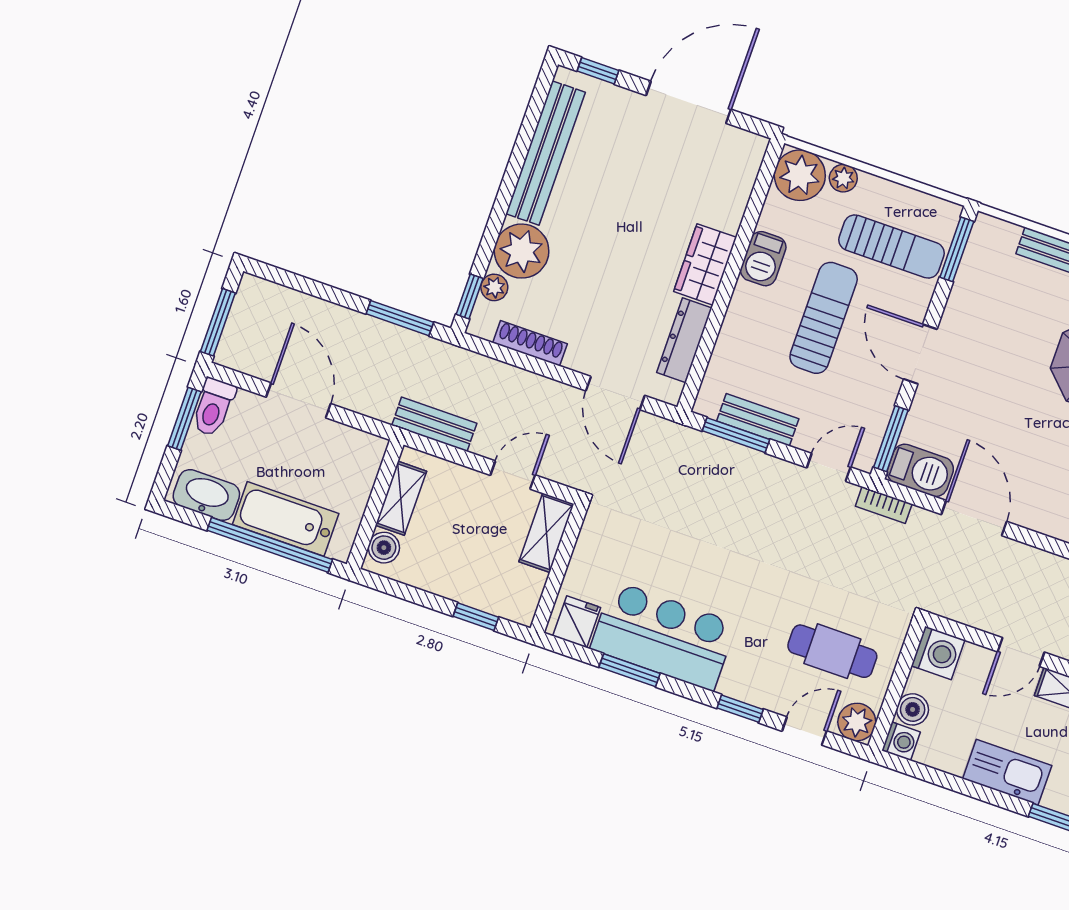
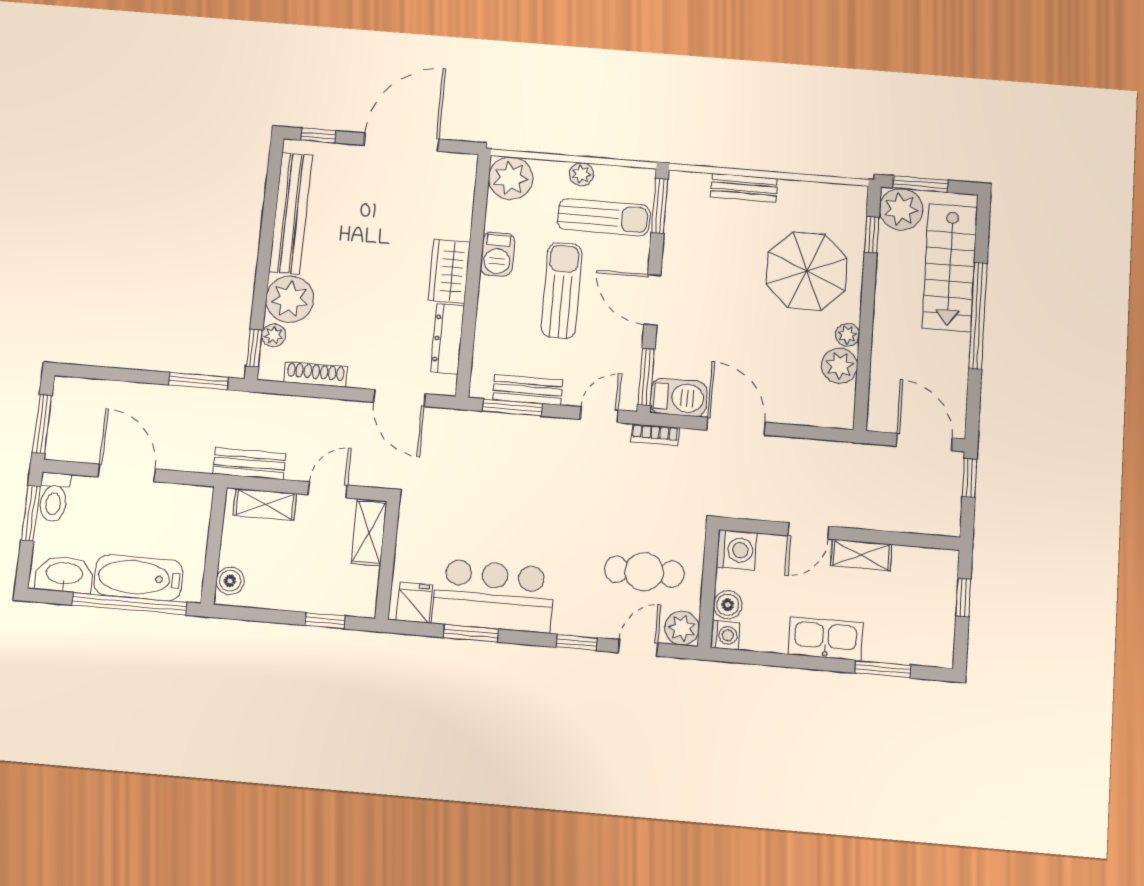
plant: (843, 178) -> (581, 174), moved
shelving: (401, 498) -> (265, 504), moved, turned 90

